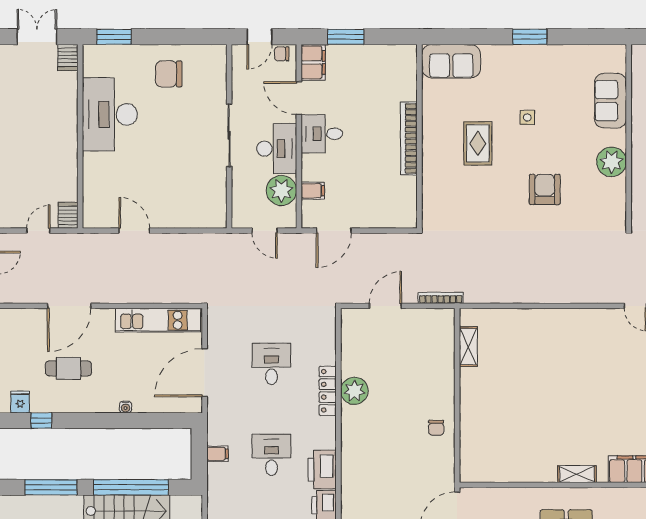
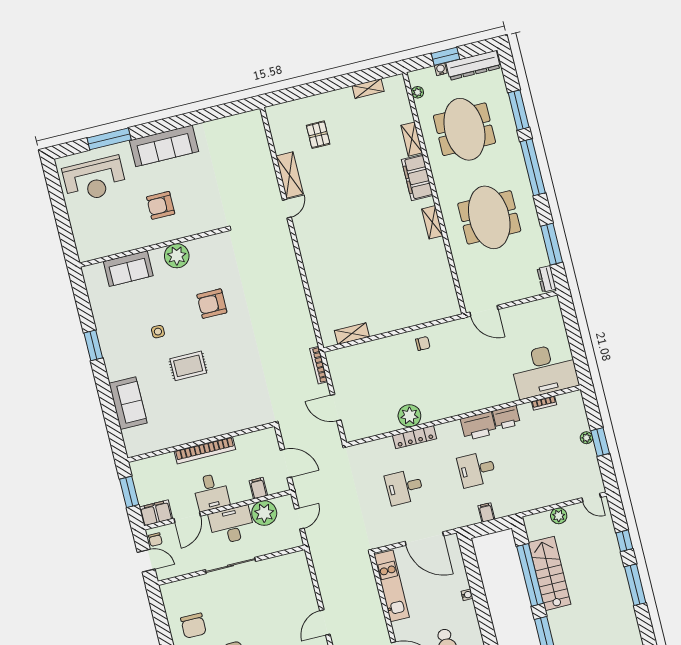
wall: (419, 136) -> (201, 442), moved
bookcase: (409, 138) -> (205, 450), moved

